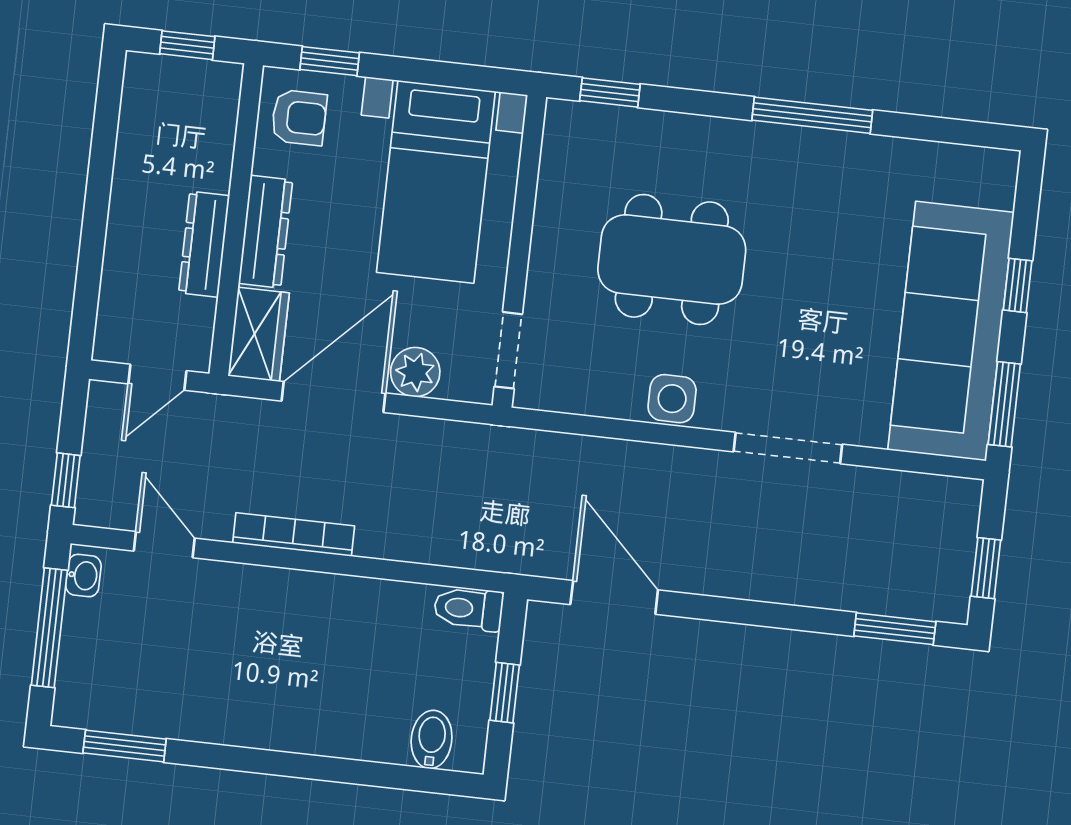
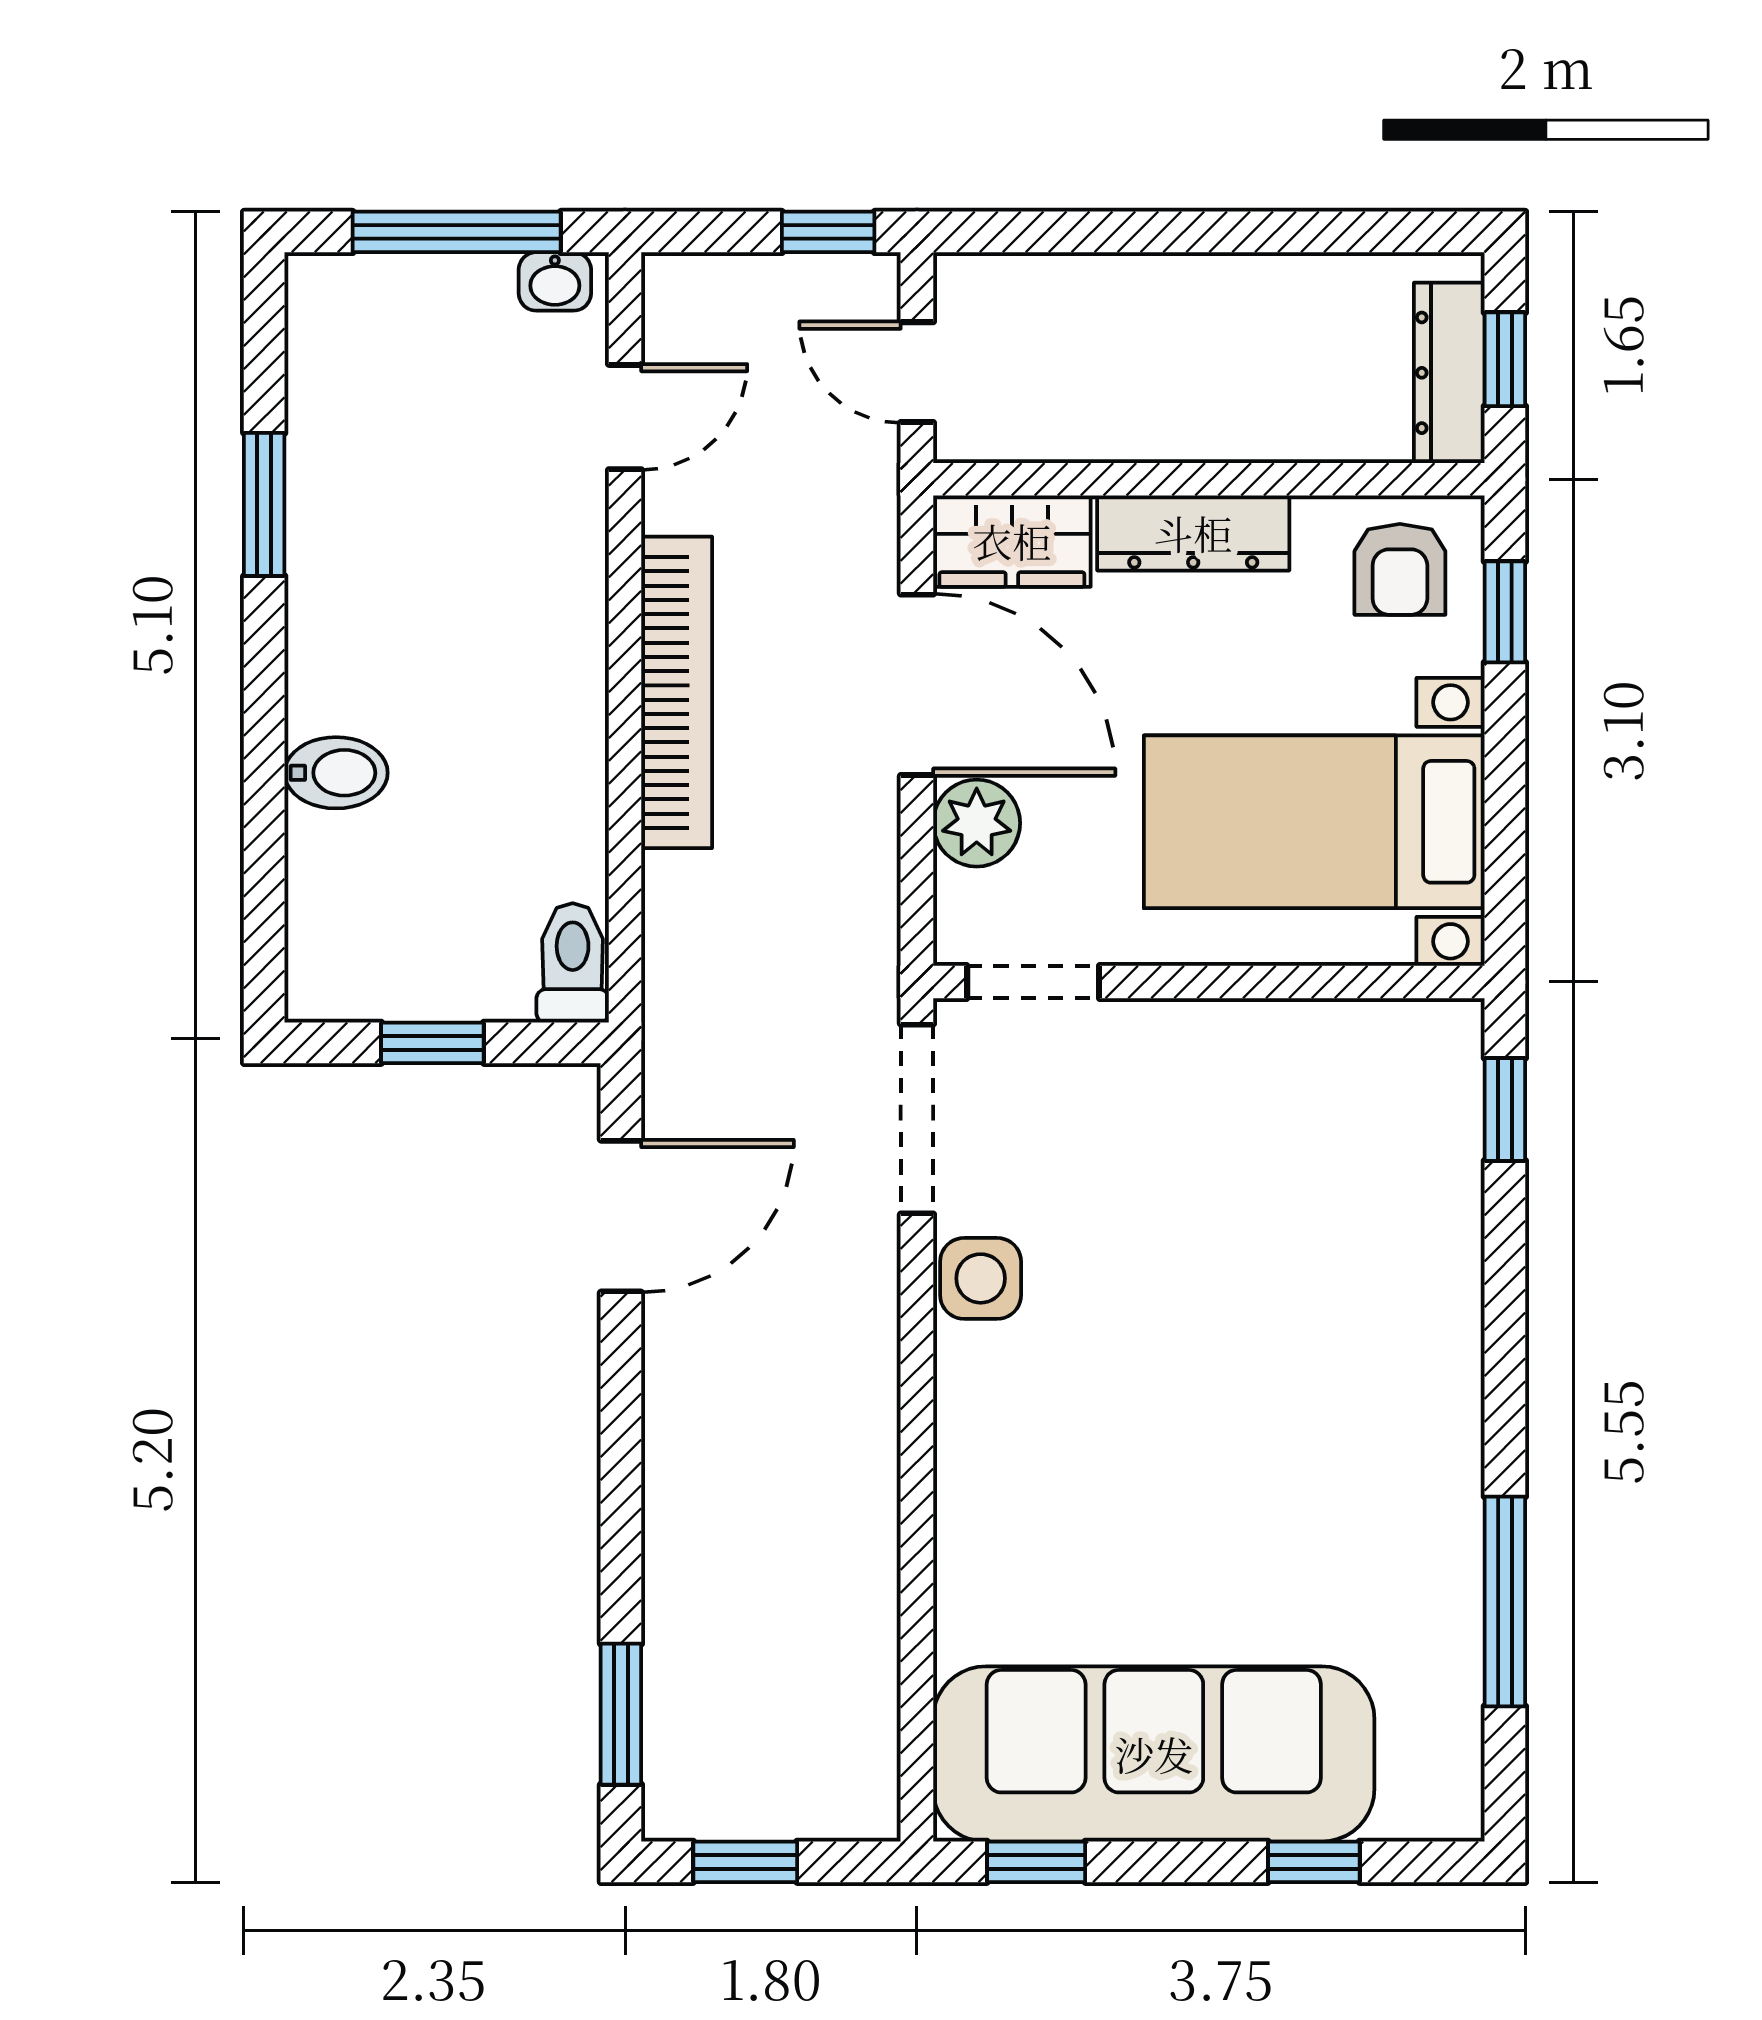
window: (812, 115) -> (1505, 1601), moved
dresser: (204, 244) -> (1449, 373), moved, turned -90
dining table: (672, 260) -> (1224, 1251), removed
window: (1018, 285) -> (1314, 1862), moved
window: (1004, 404) -> (1036, 1862), width x0.67
doorway: (788, 448) -> (917, 1119), moved
window: (66, 480) -> (828, 232), moved
bookcase: (294, 534) -> (677, 692), width x1.48, depth x1.31
bidet: (432, 739) -> (336, 773), moved
window: (125, 746) -> (264, 504), moved

